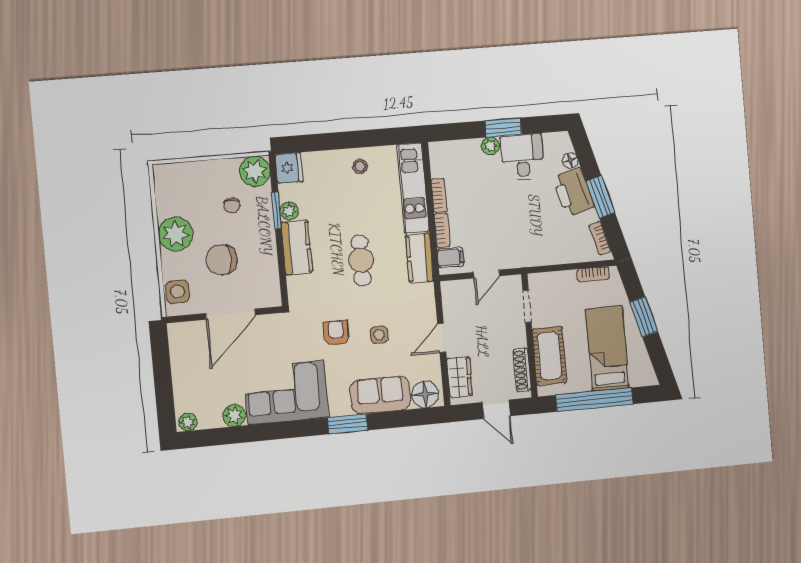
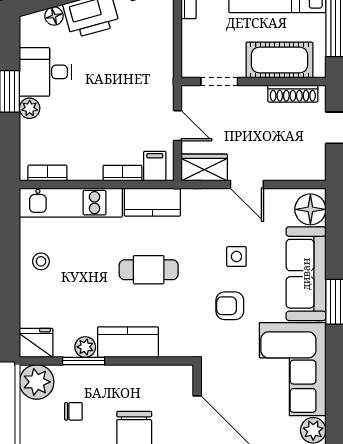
bookcase: (439, 195) -> (47, 173), moved
wardrobe: (460, 377) -> (204, 167), moved
sofa: (380, 395) -> (306, 274), width x1.36

